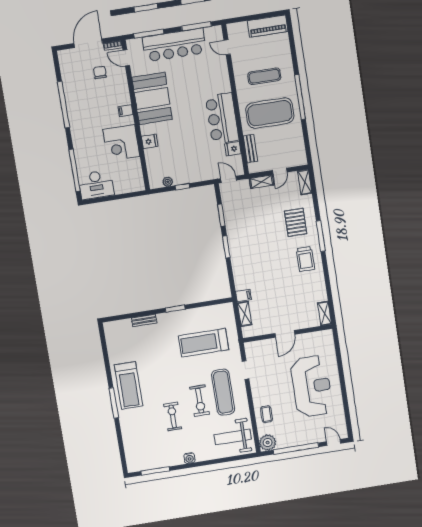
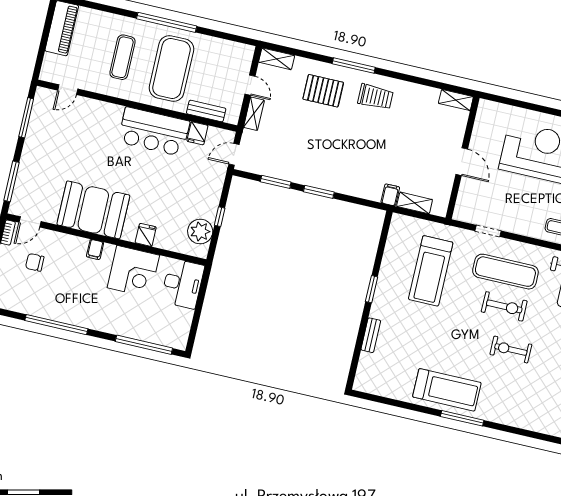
bar counter: (174, 45) -> (38, 155), removed
plant: (168, 182) -> (200, 232), width x1.88, depth x1.88
desk: (96, 185) -> (183, 284), moved

